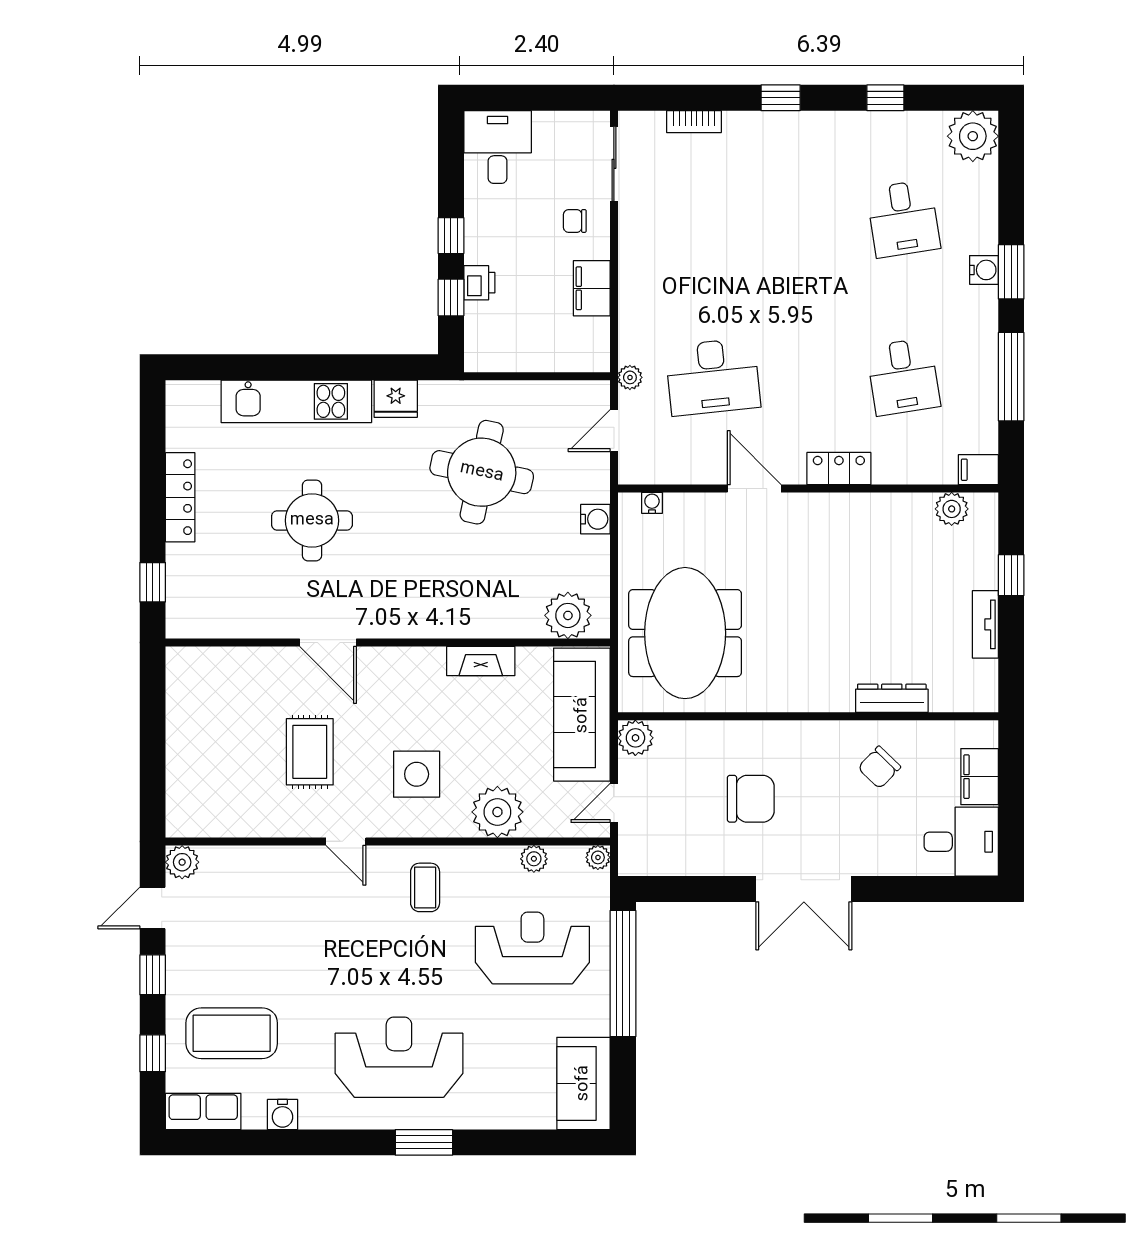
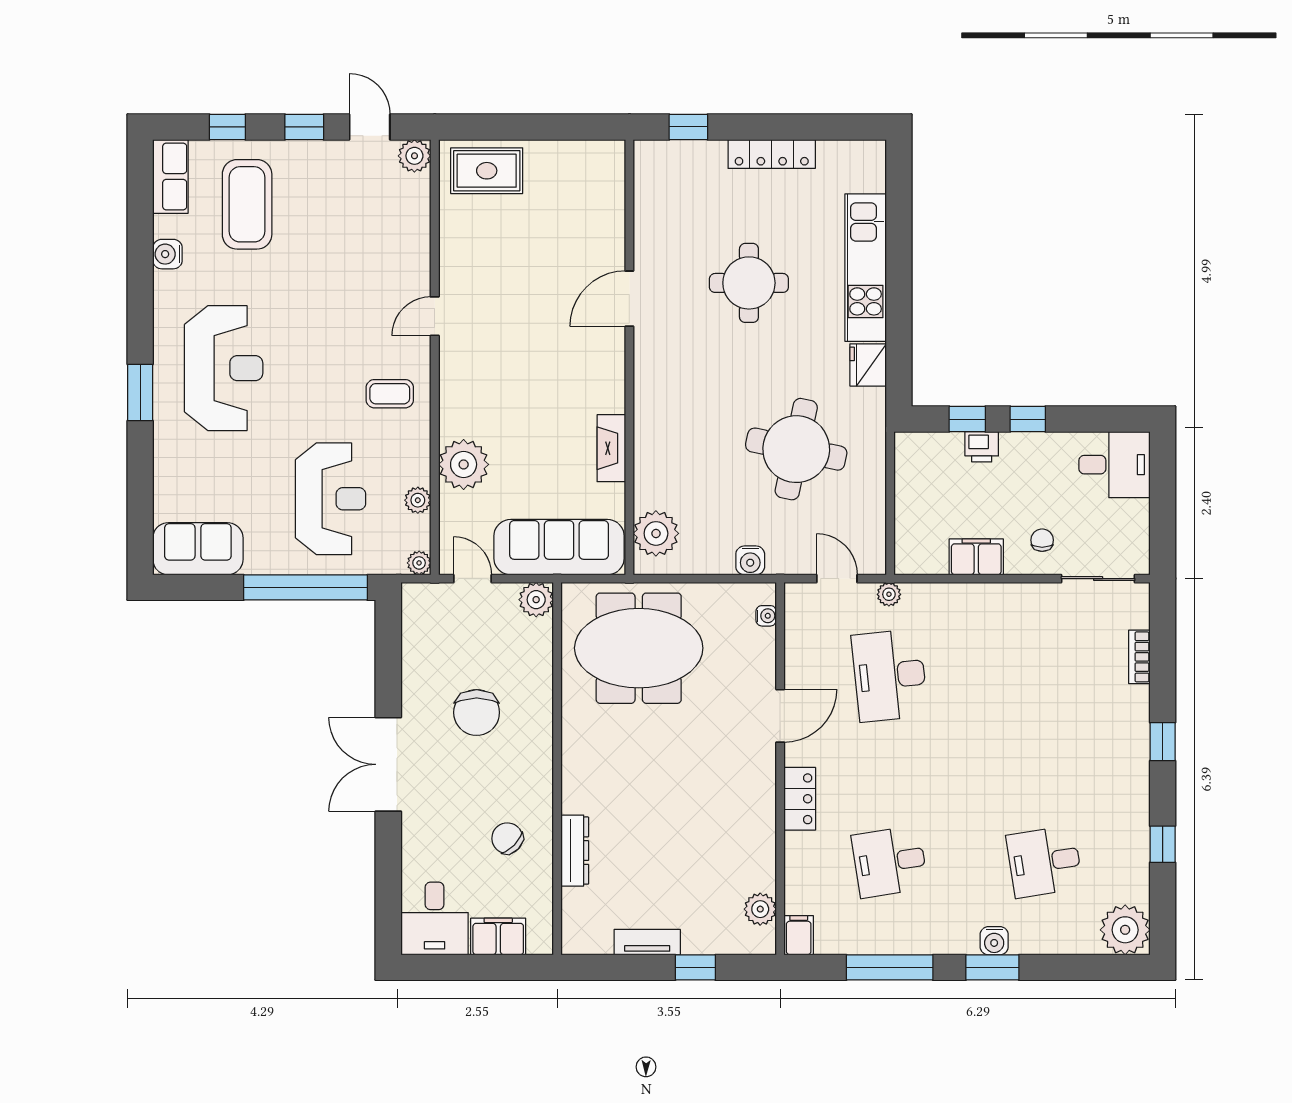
rug: (310, 752) -> (487, 171), moved
side table: (417, 774) -> (501, 385), removed

